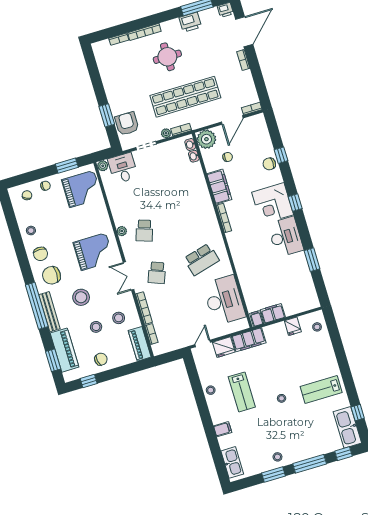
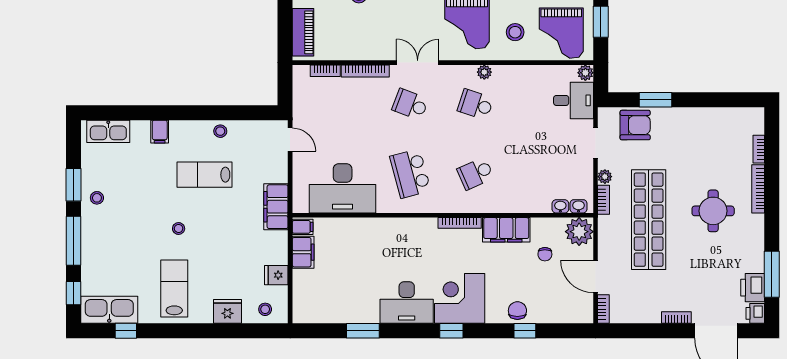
printer: (190, 22) -> (753, 288), moved
school desk: (189, 217) -> (475, 174), added
stool: (119, 318) -> (515, 32), moved
piano: (140, 344) -> (303, 32), moved, turned 90
fridge: (224, 347) -> (227, 311), moved, turned 90

